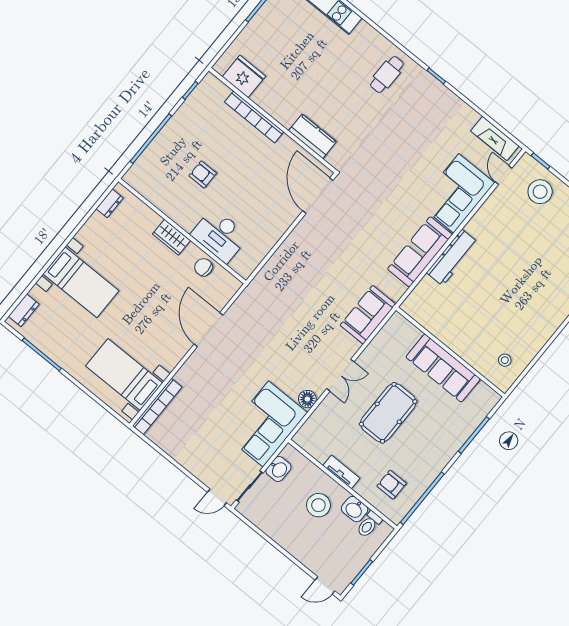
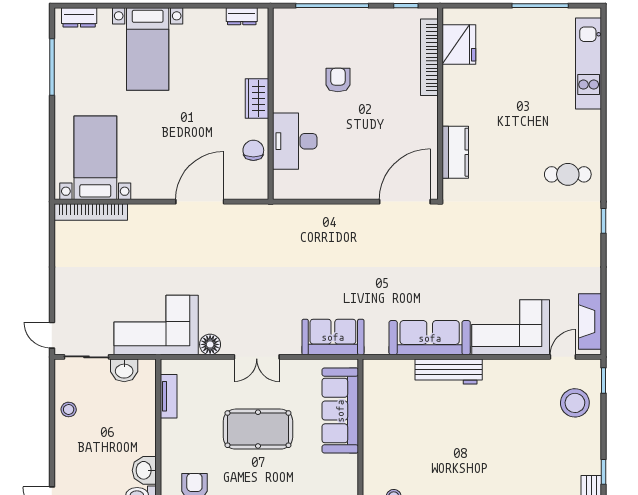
bookcase: (254, 117) -> (429, 57), moved
sofa: (443, 368) -> (340, 411), moved
tv unit: (341, 472) -> (169, 396), moved
stool: (318, 505) -> (69, 409), moved, width x0.53, depth x0.53

